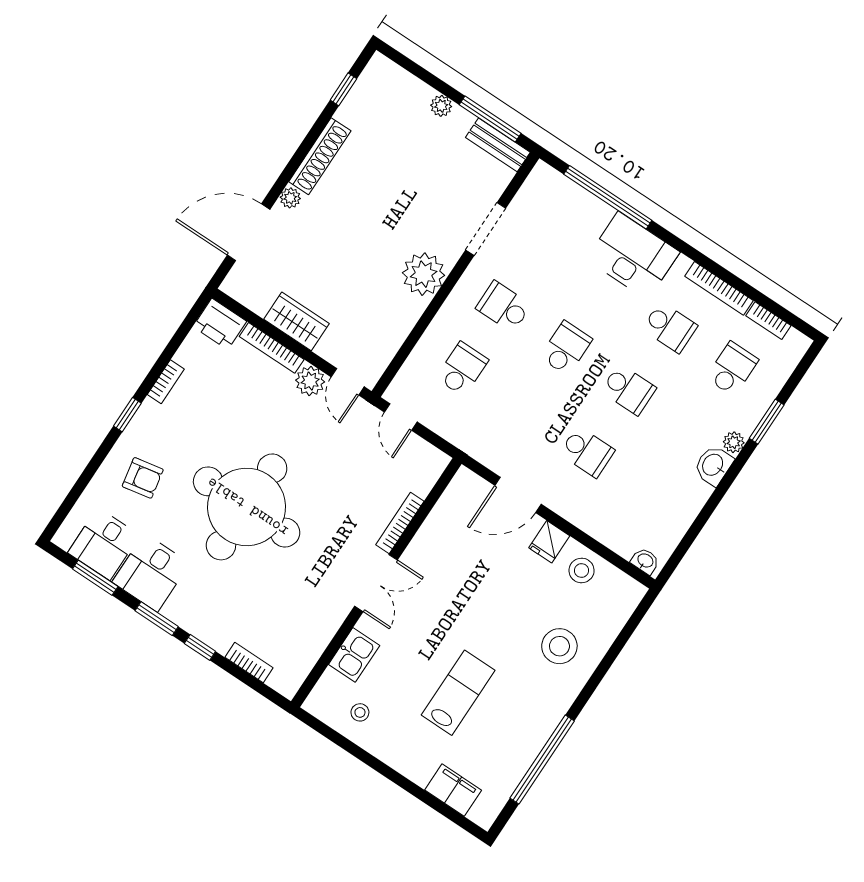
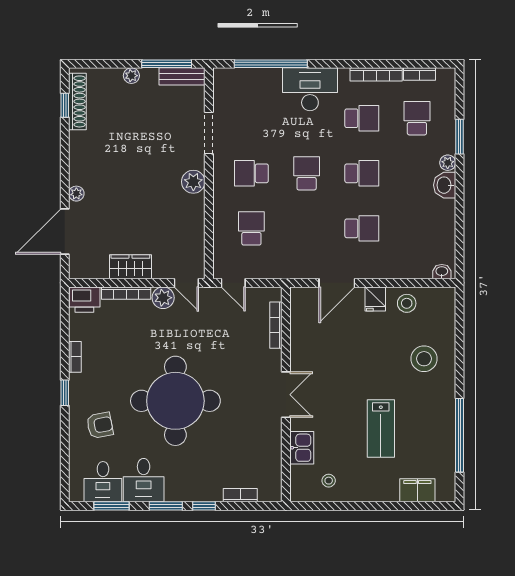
shoe rack: (320, 156) -> (77, 101), moved
plant: (424, 274) -> (193, 182), width x0.73, depth x0.73
bookcase: (400, 523) -> (276, 325), moved
lab bench: (458, 693) -> (381, 429), turned 180

